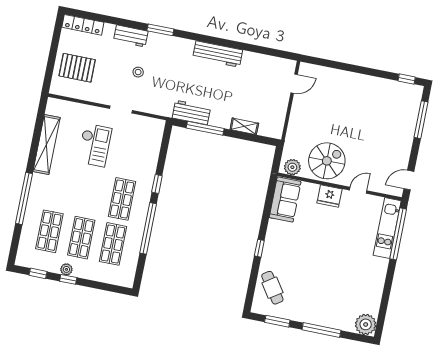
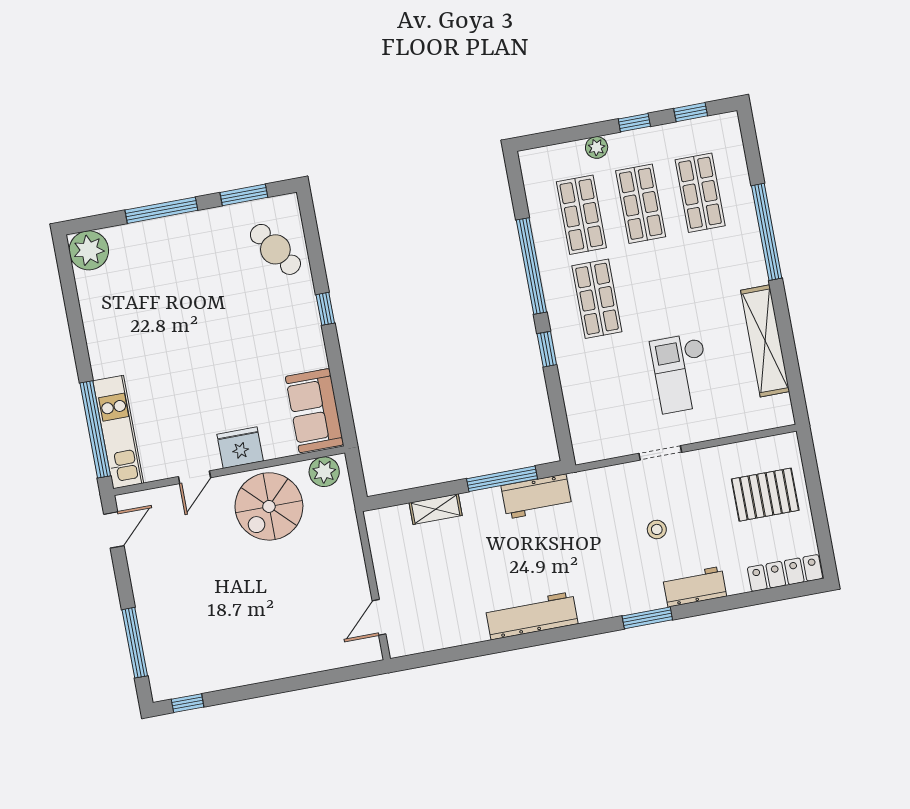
plant: (66, 269) -> (597, 147), moved

